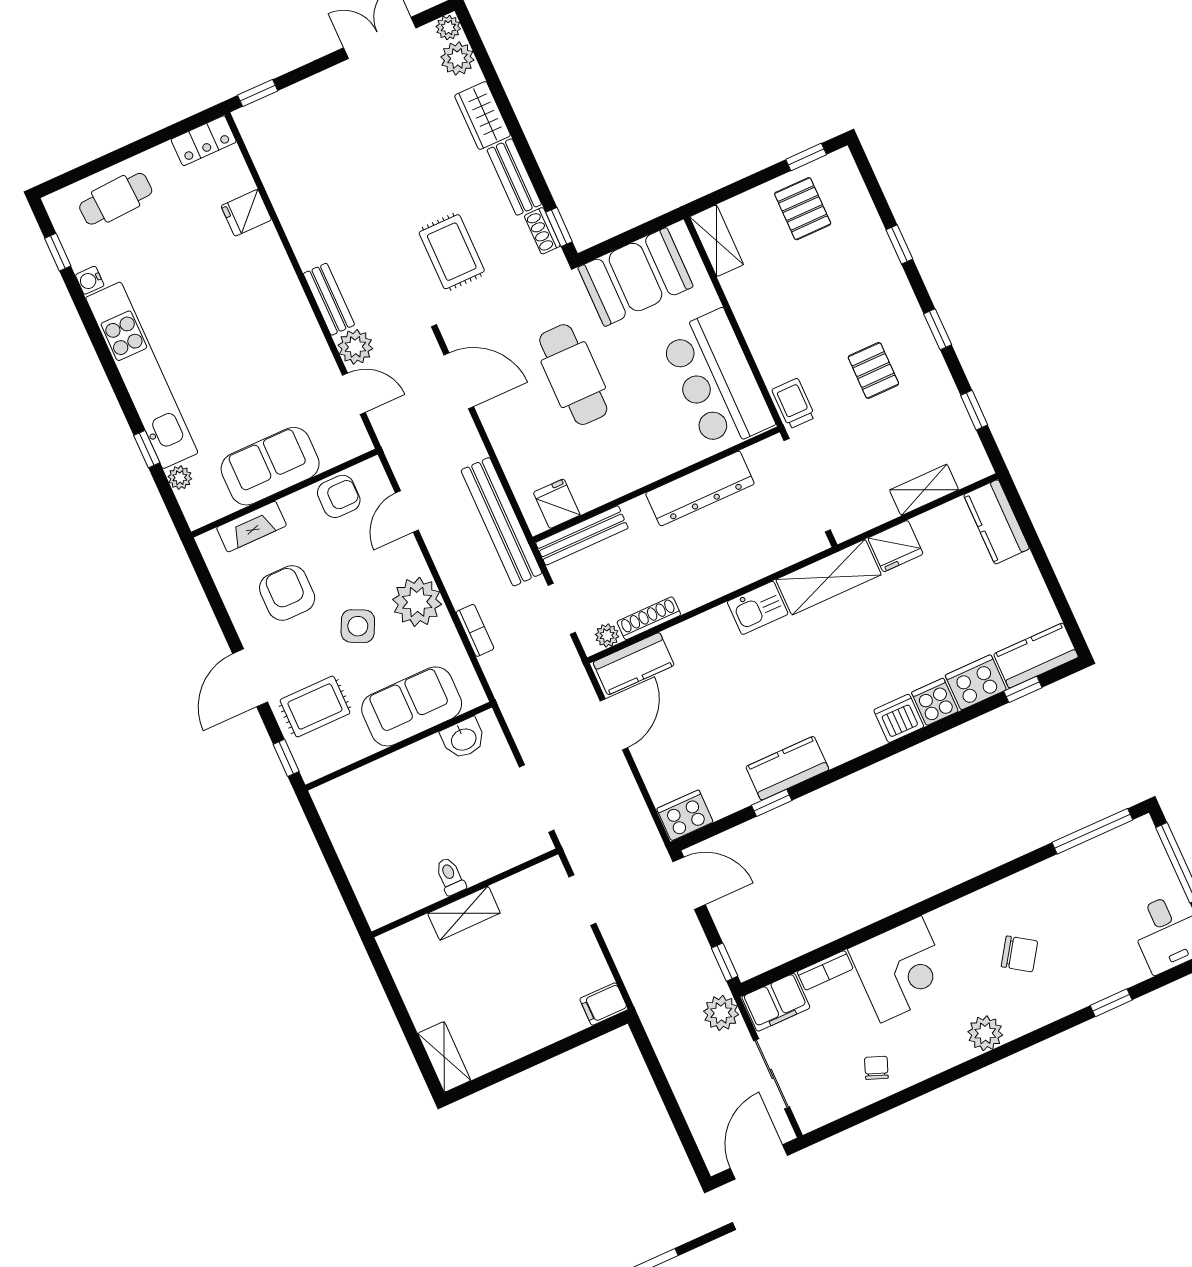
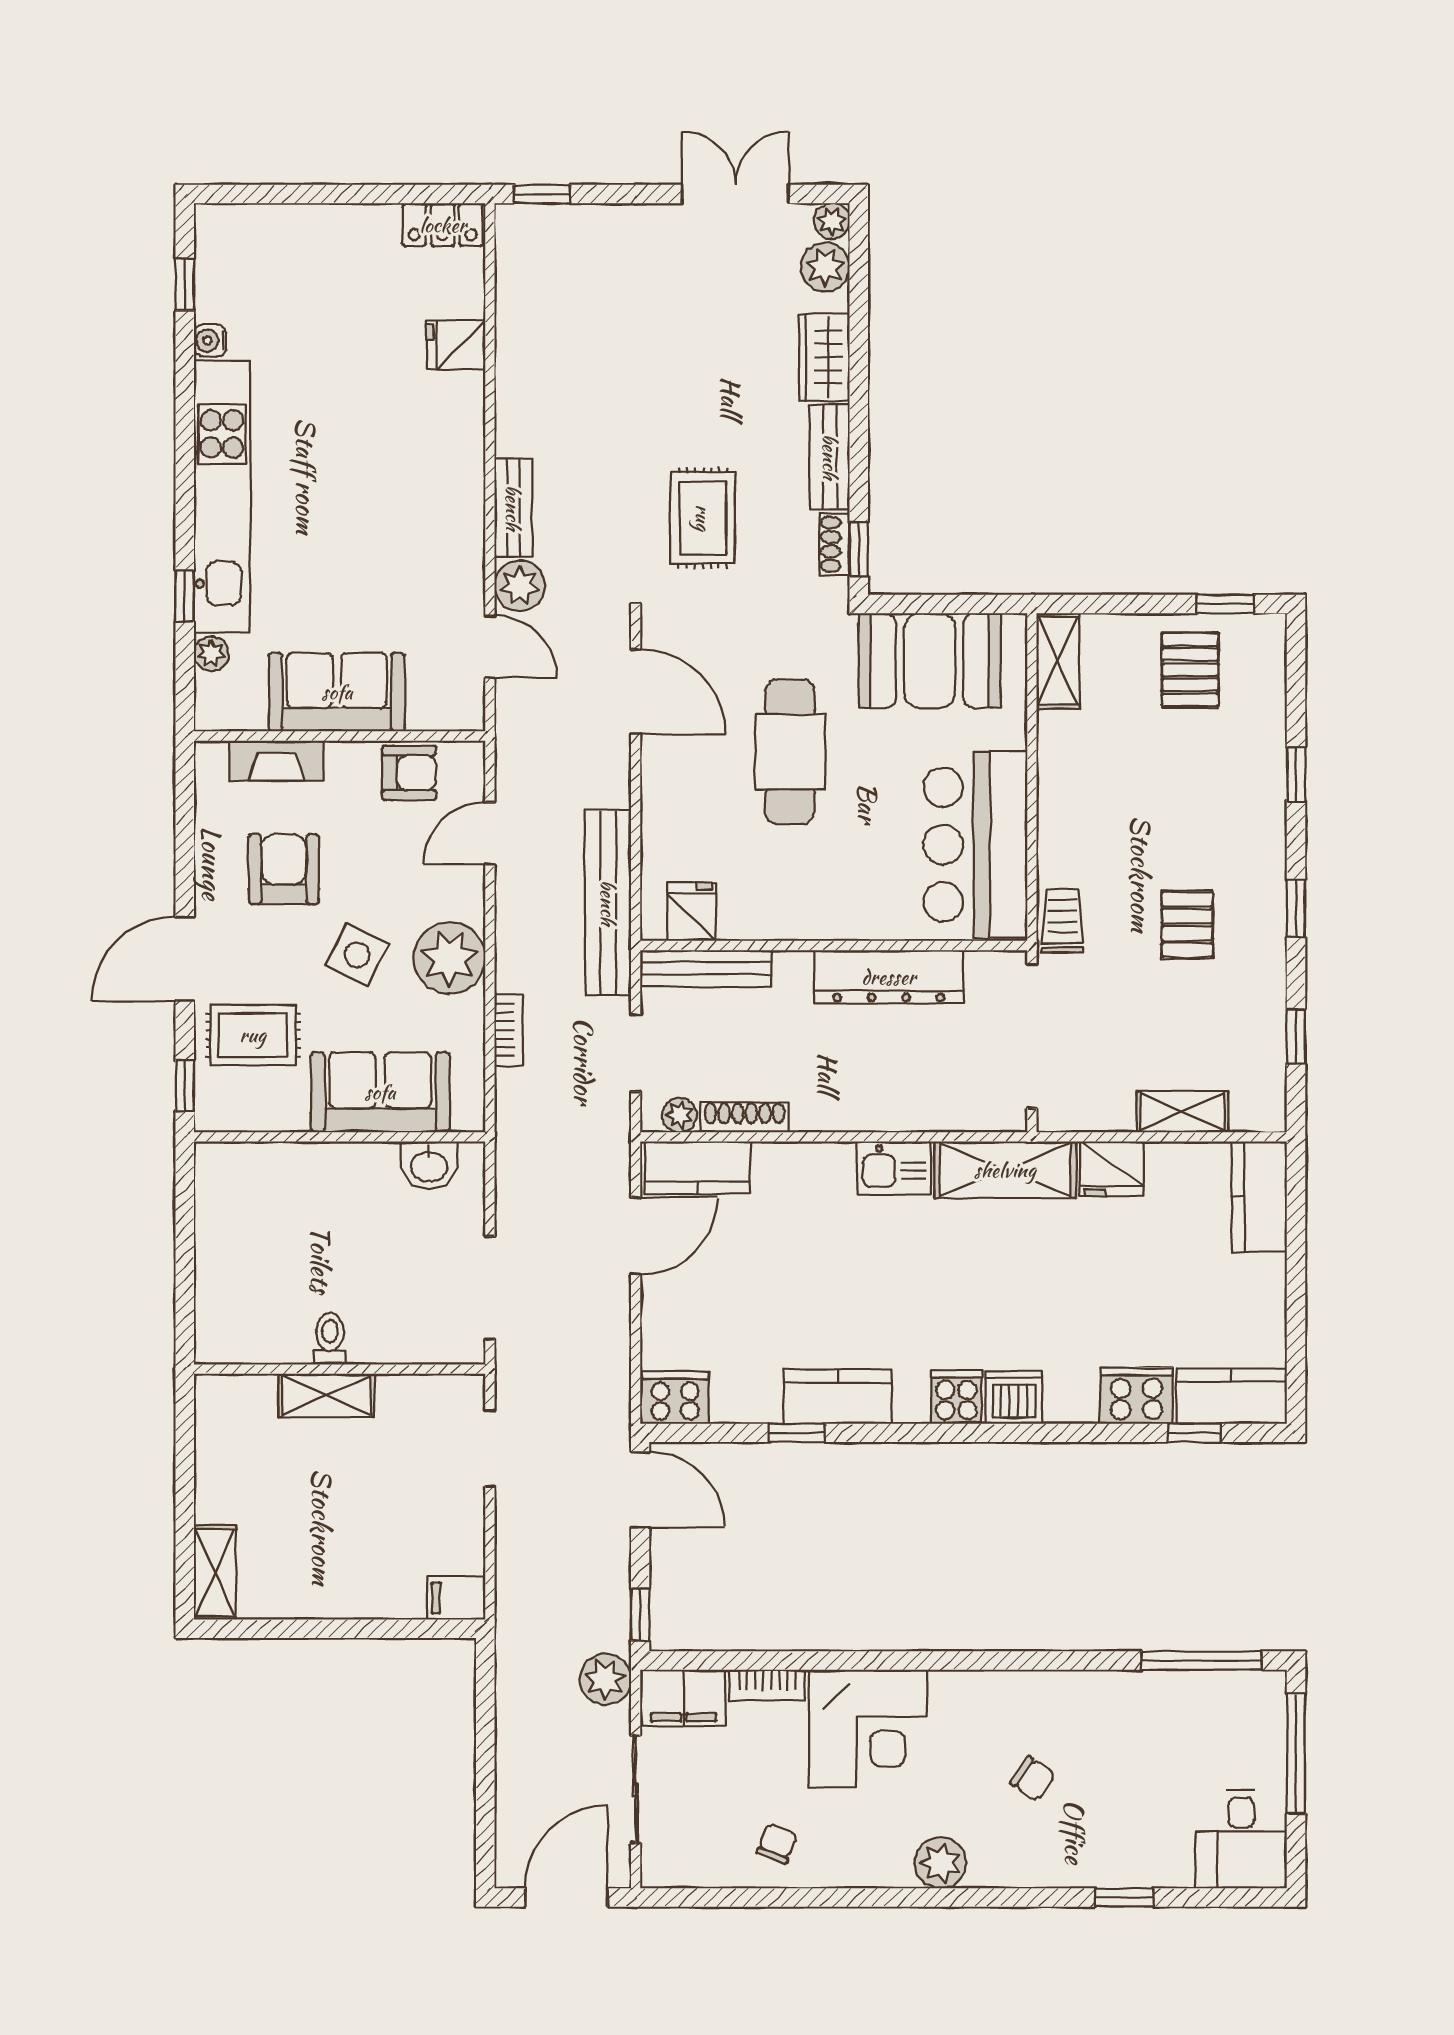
cafe table: (116, 199) -> (292, 249), removed
cooker: (935, 702) -> (956, 1397), moved
chair: (1019, 954) -> (1033, 1779), width x0.73, depth x0.73

